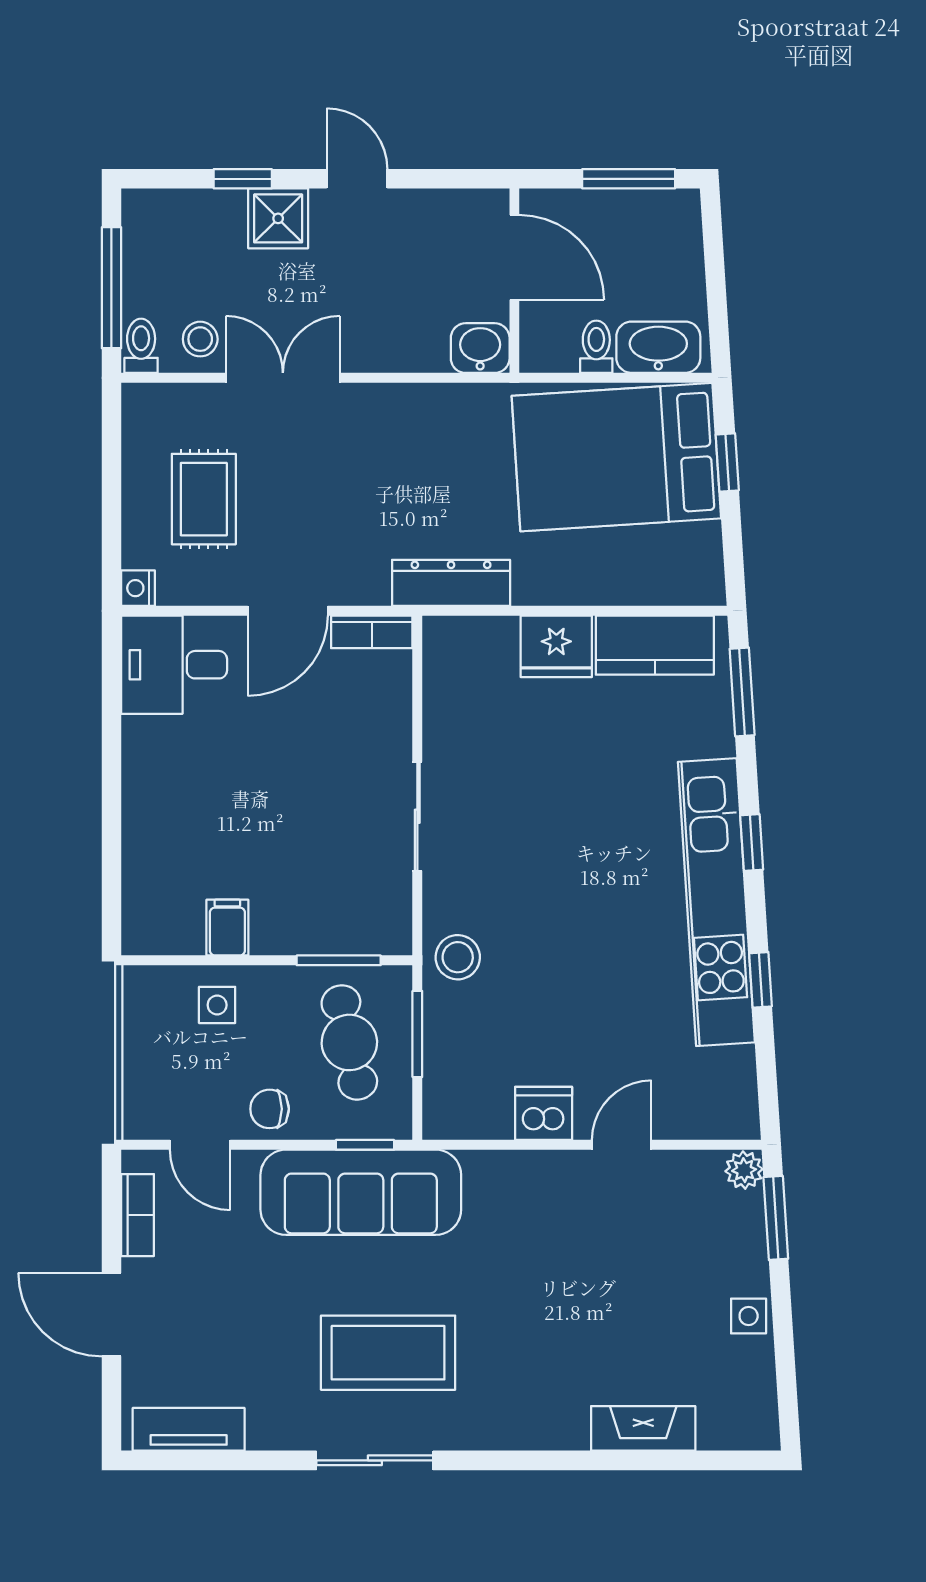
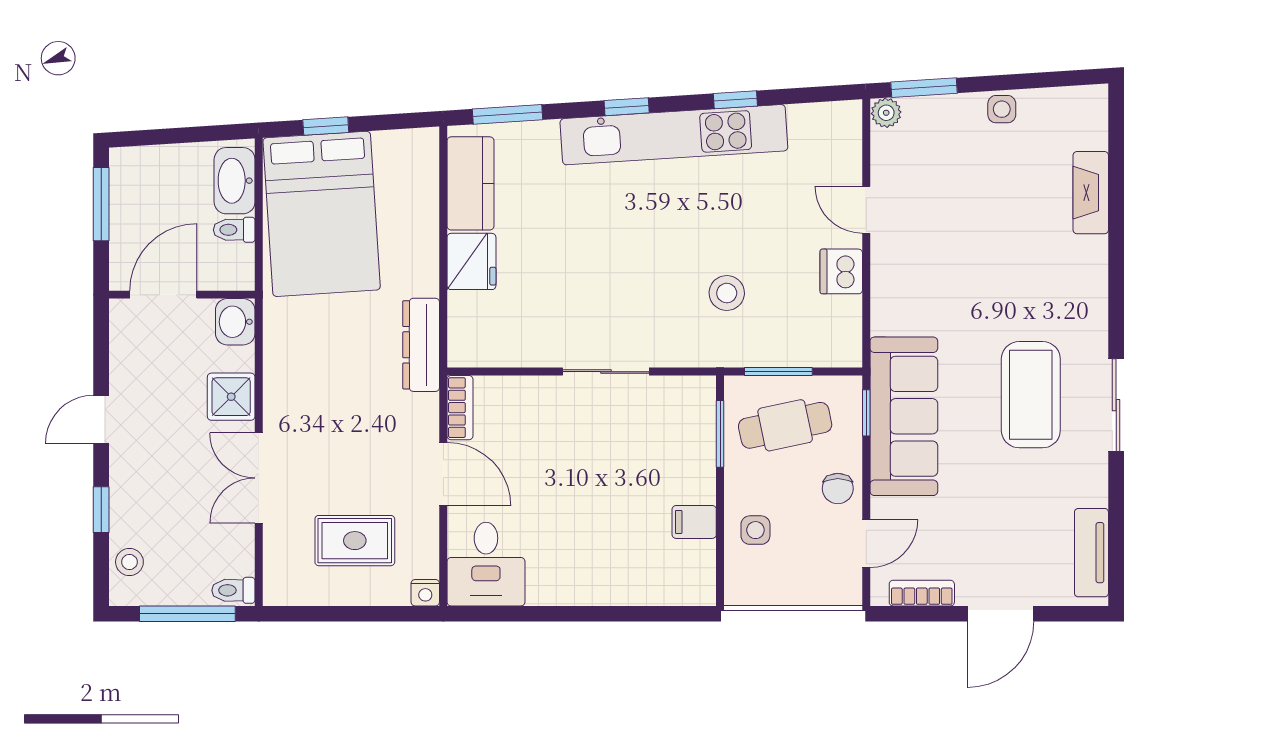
shower: (278, 218) -> (231, 397), moved
stool: (200, 339) -> (129, 562), moved
stool: (458, 957) -> (727, 293), moved

